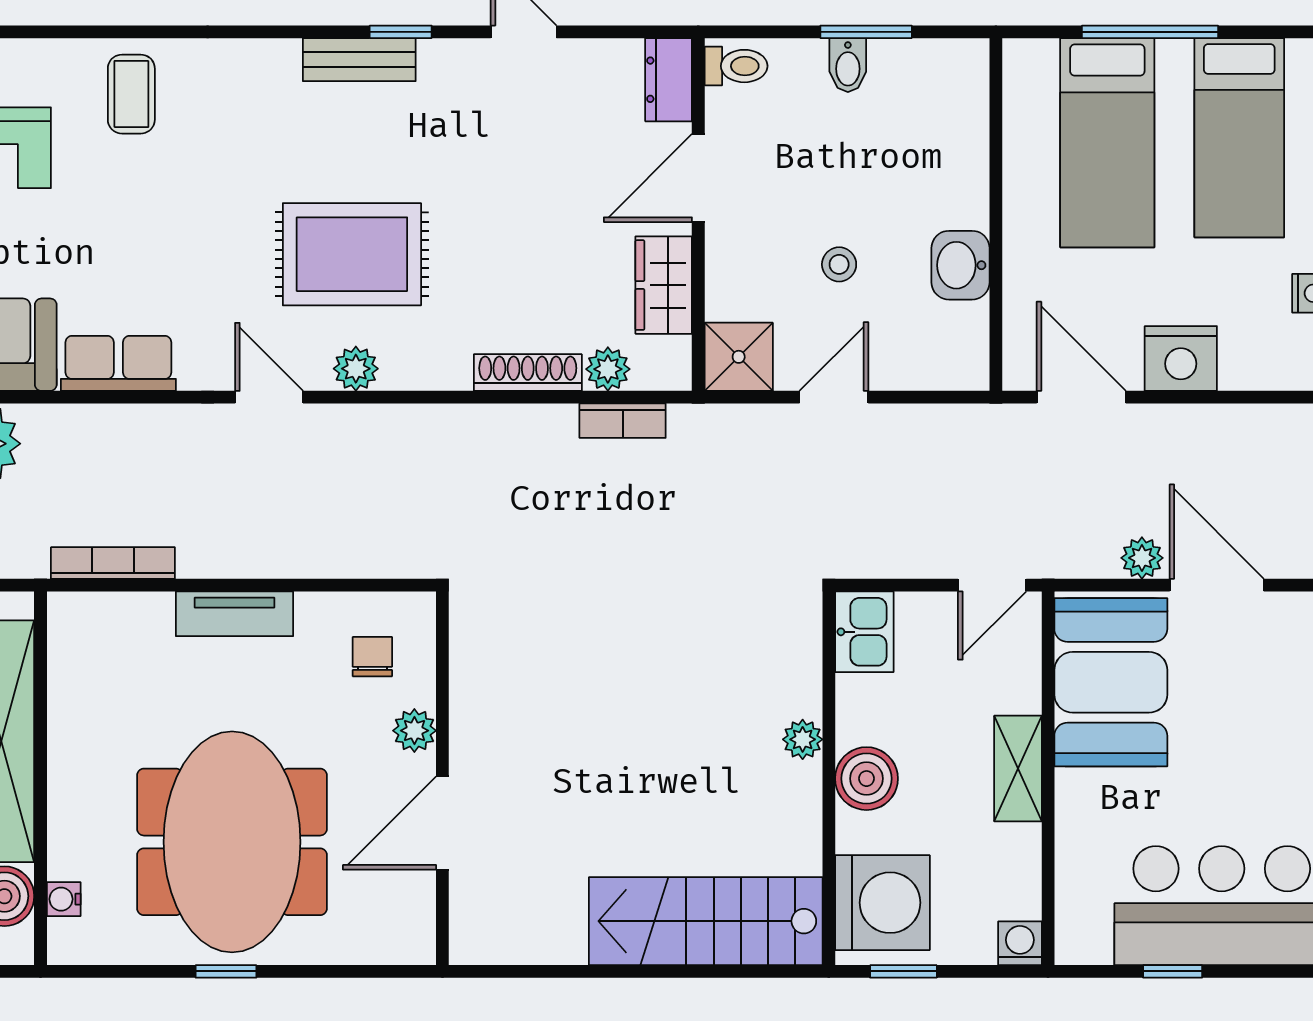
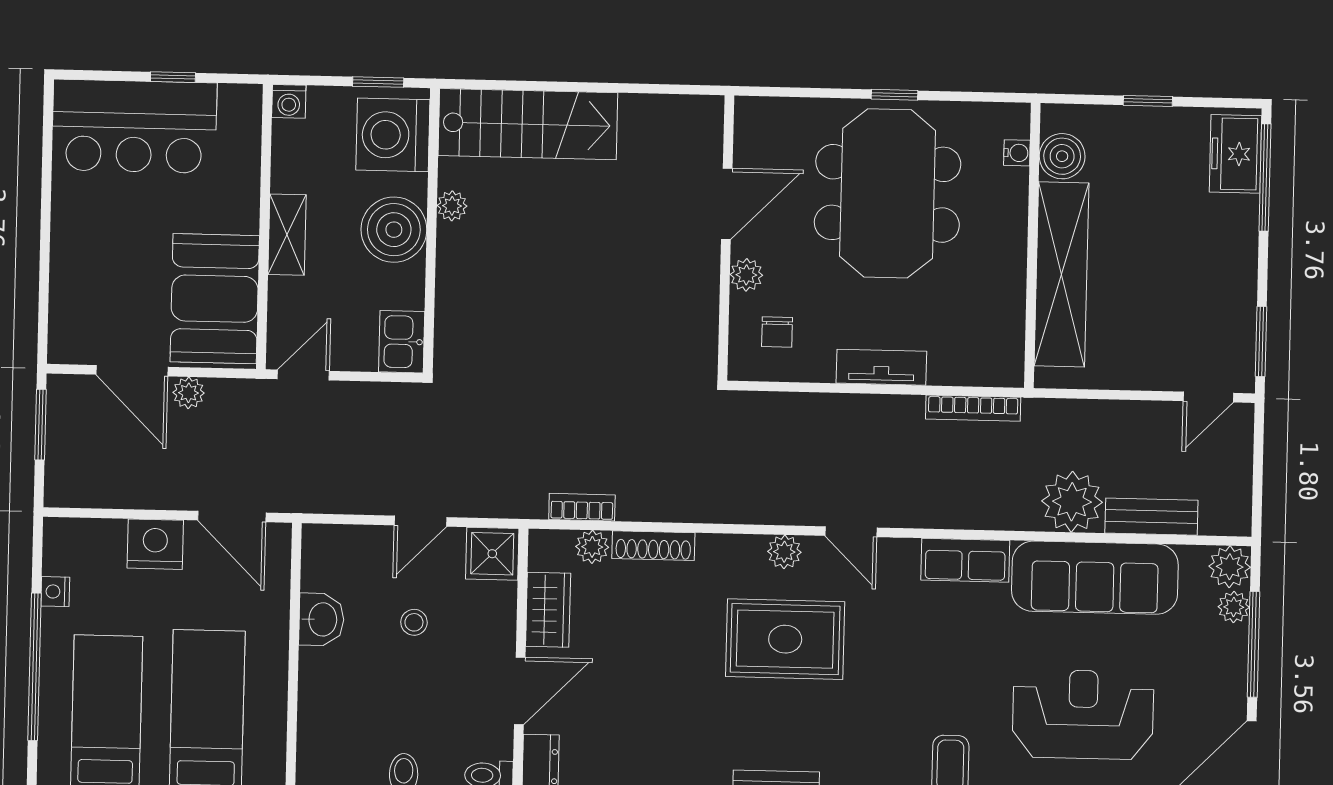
plant: (803, 739) -> (452, 206), moved
boiler: (866, 779) -> (394, 230), width x1.37, depth x1.37

